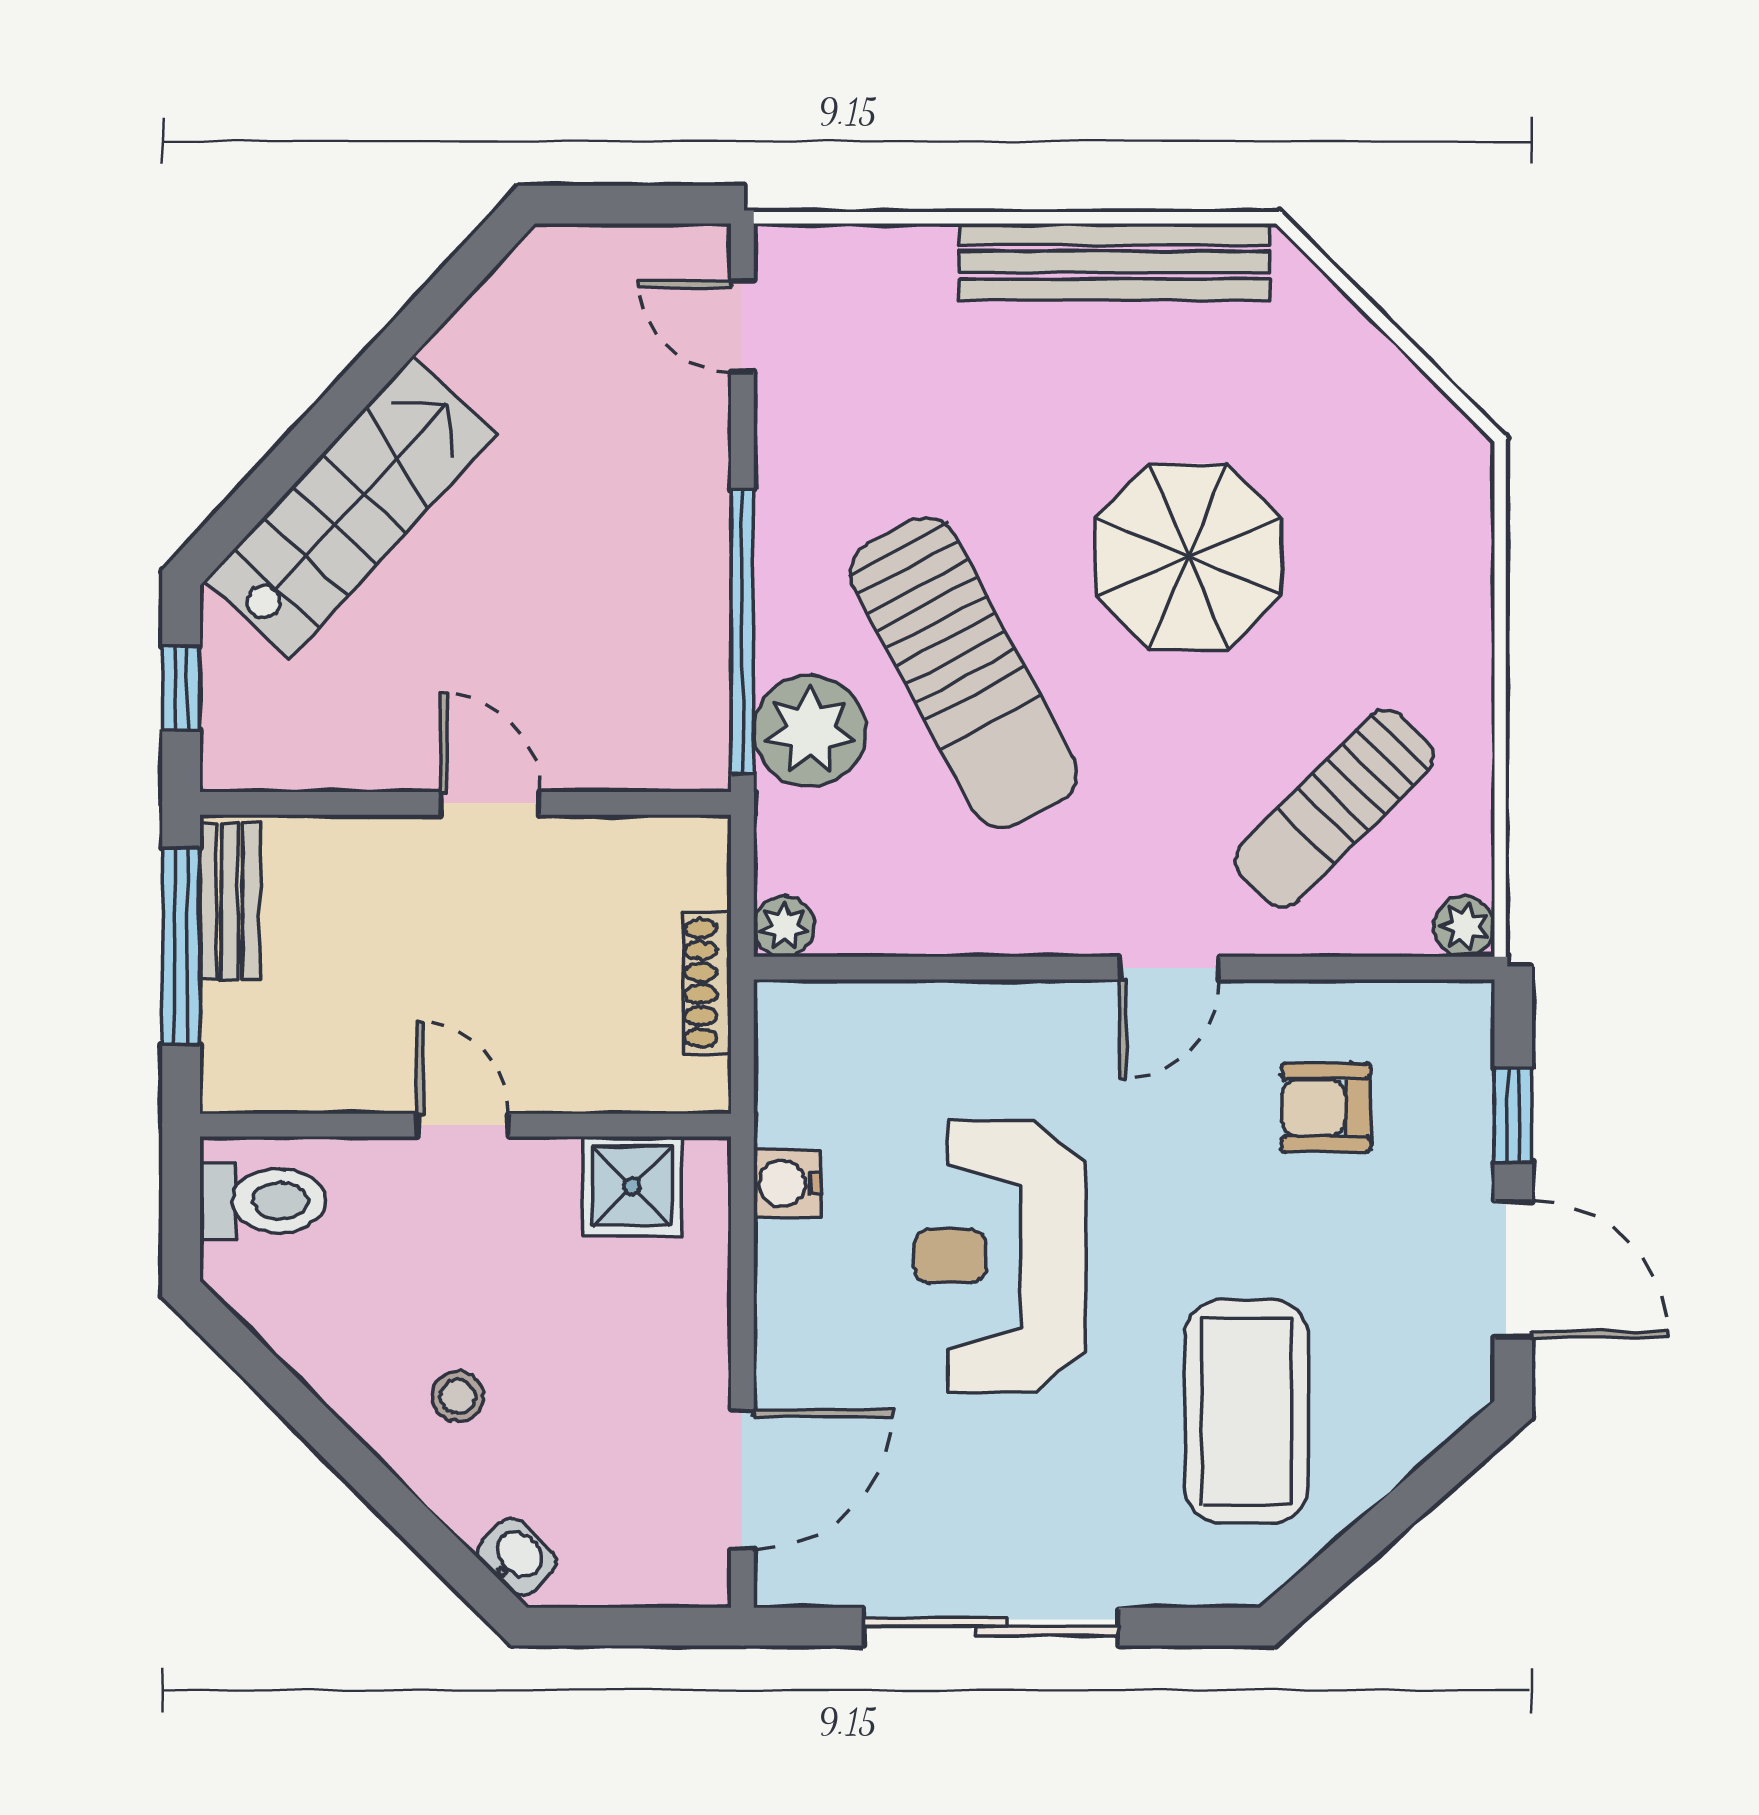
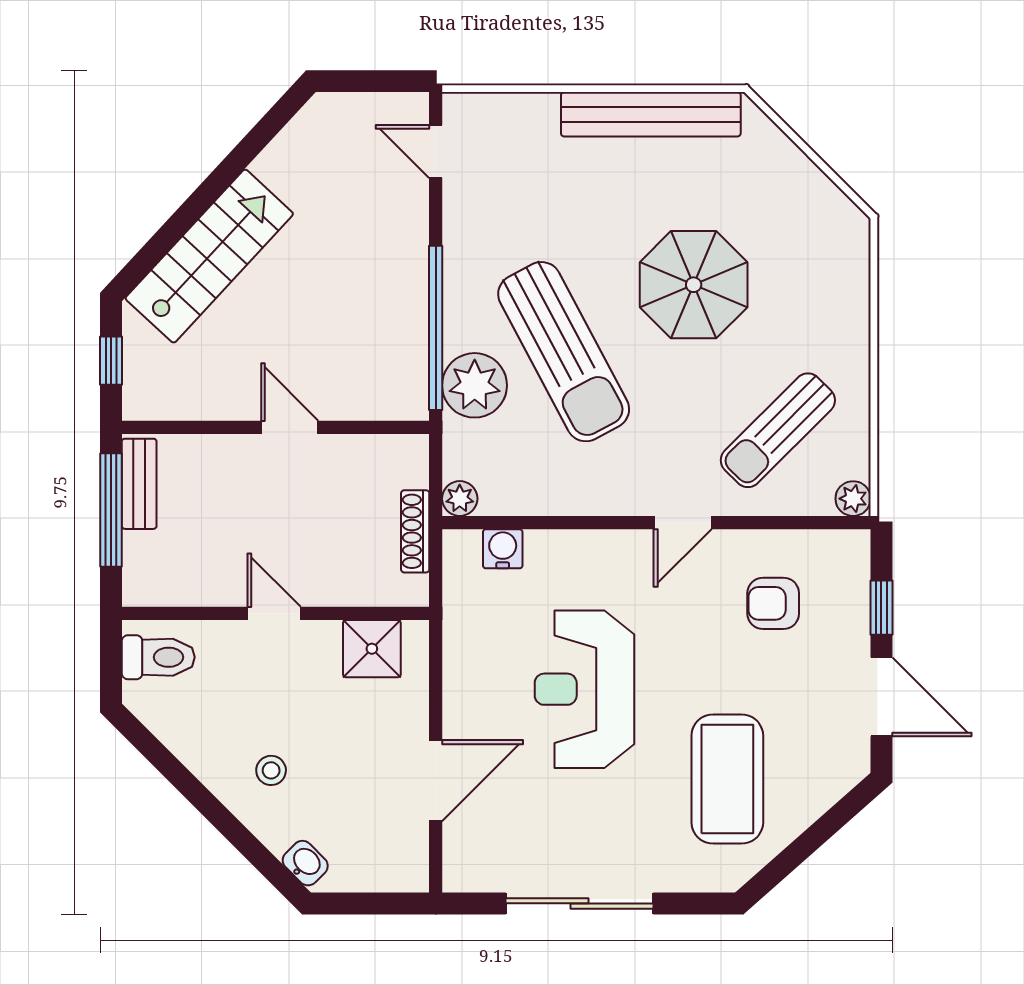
water cooler: (788, 1183) -> (503, 549), moved, turned 90
door: (742, 1480) -> (436, 781), moved

